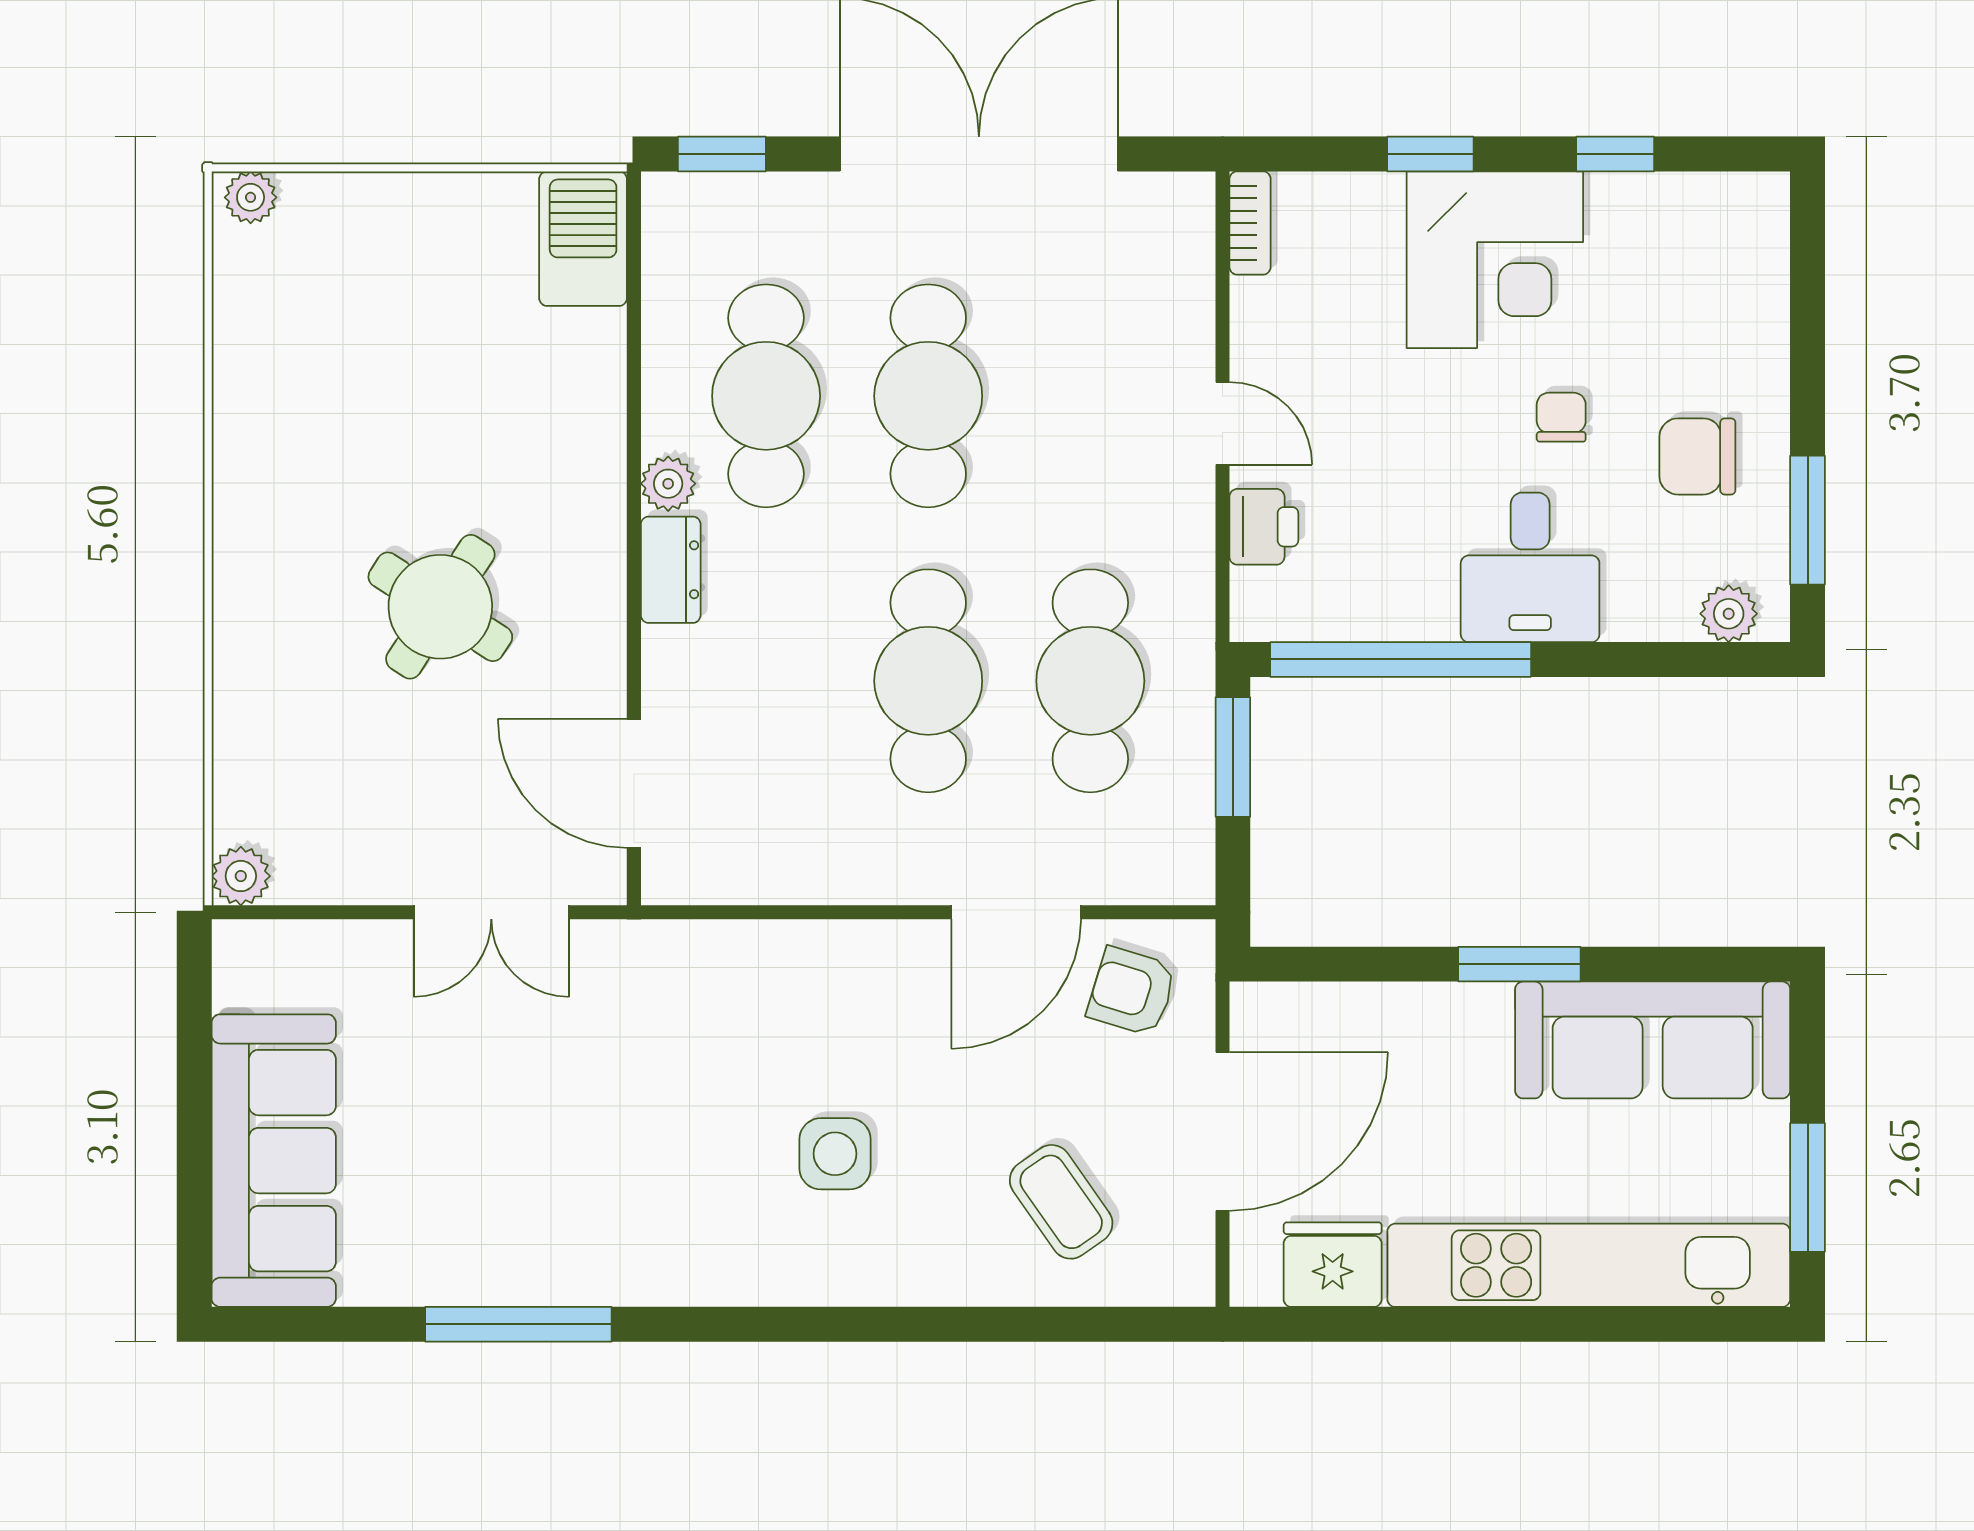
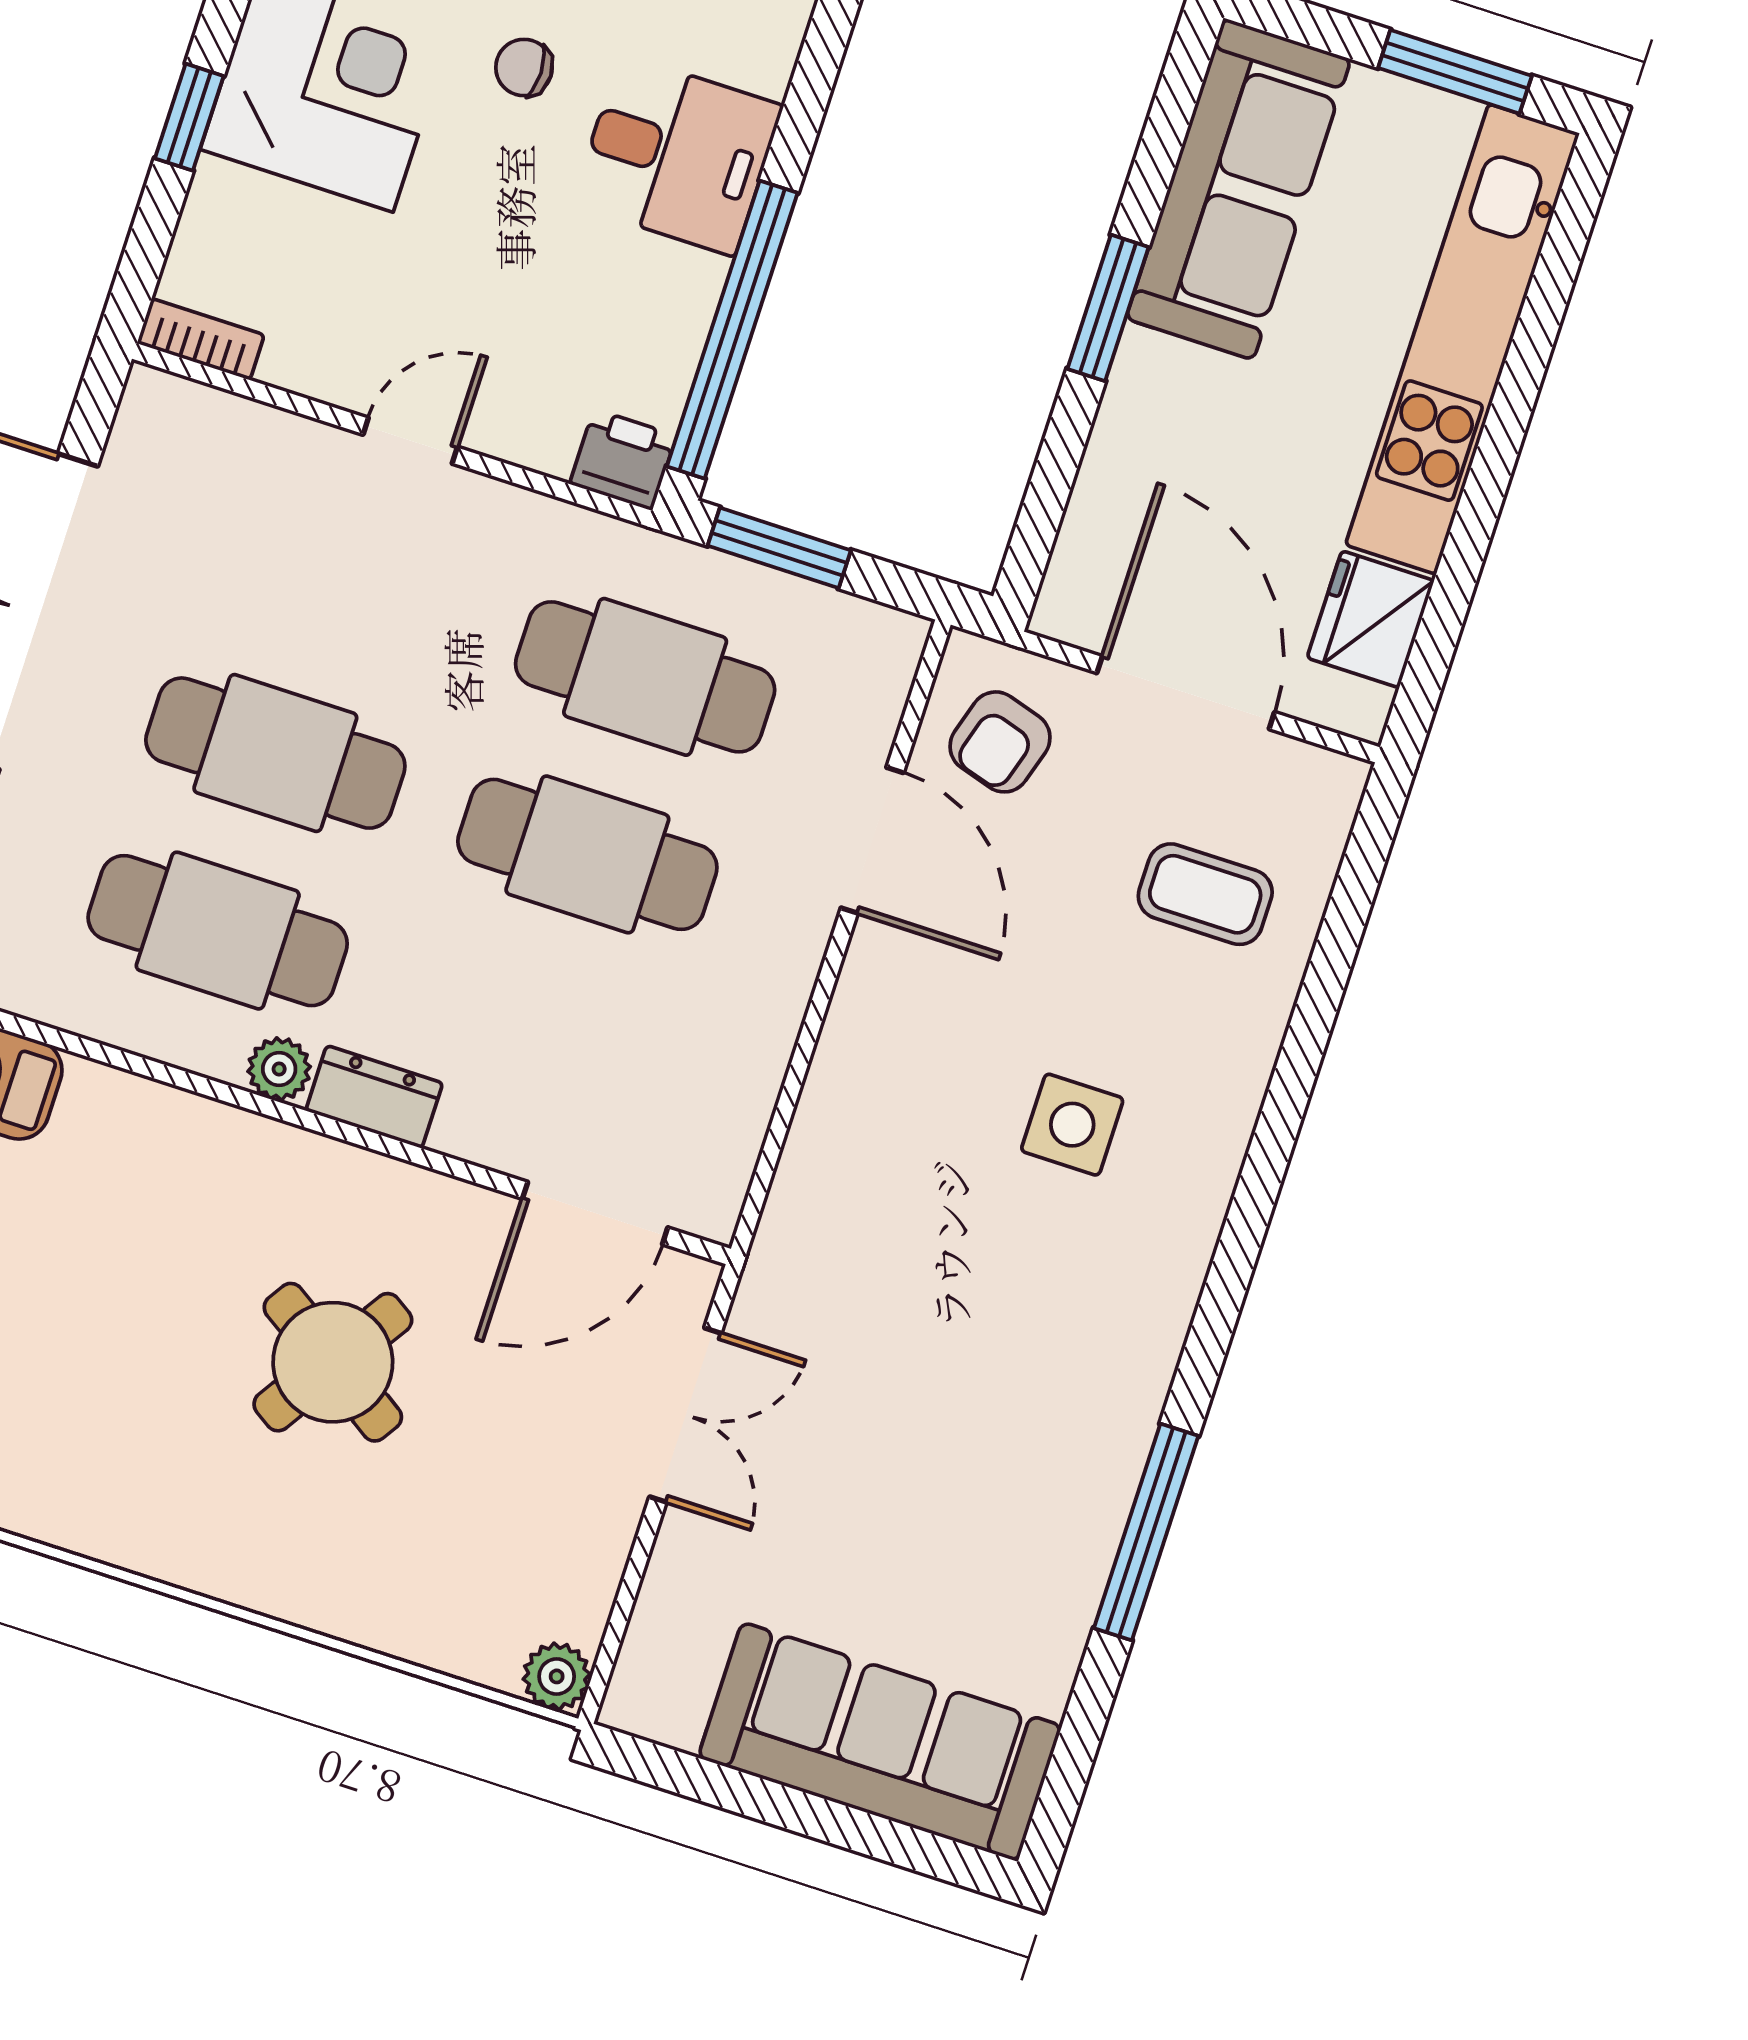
printer: (1264, 527) -> (623, 460), moved
coffee table: (1061, 1202) -> (1205, 894), turned 35

